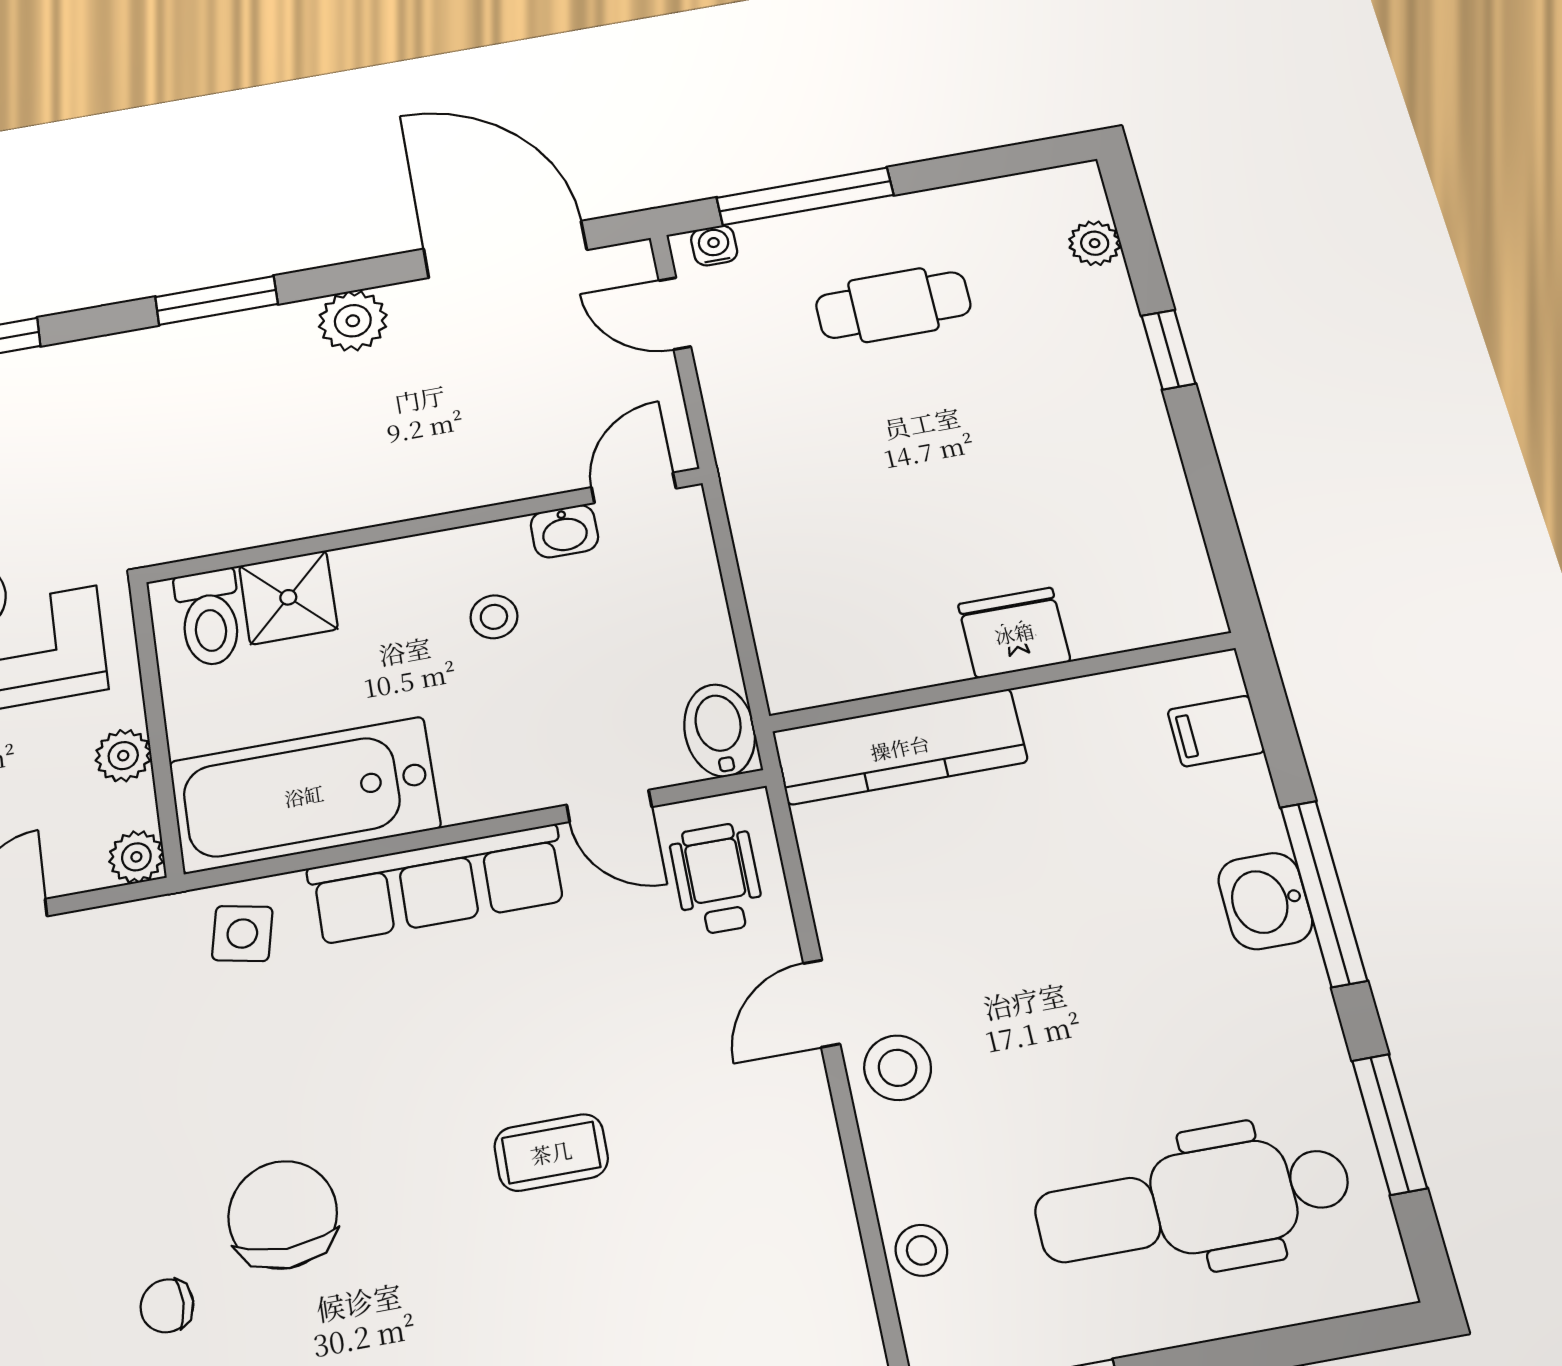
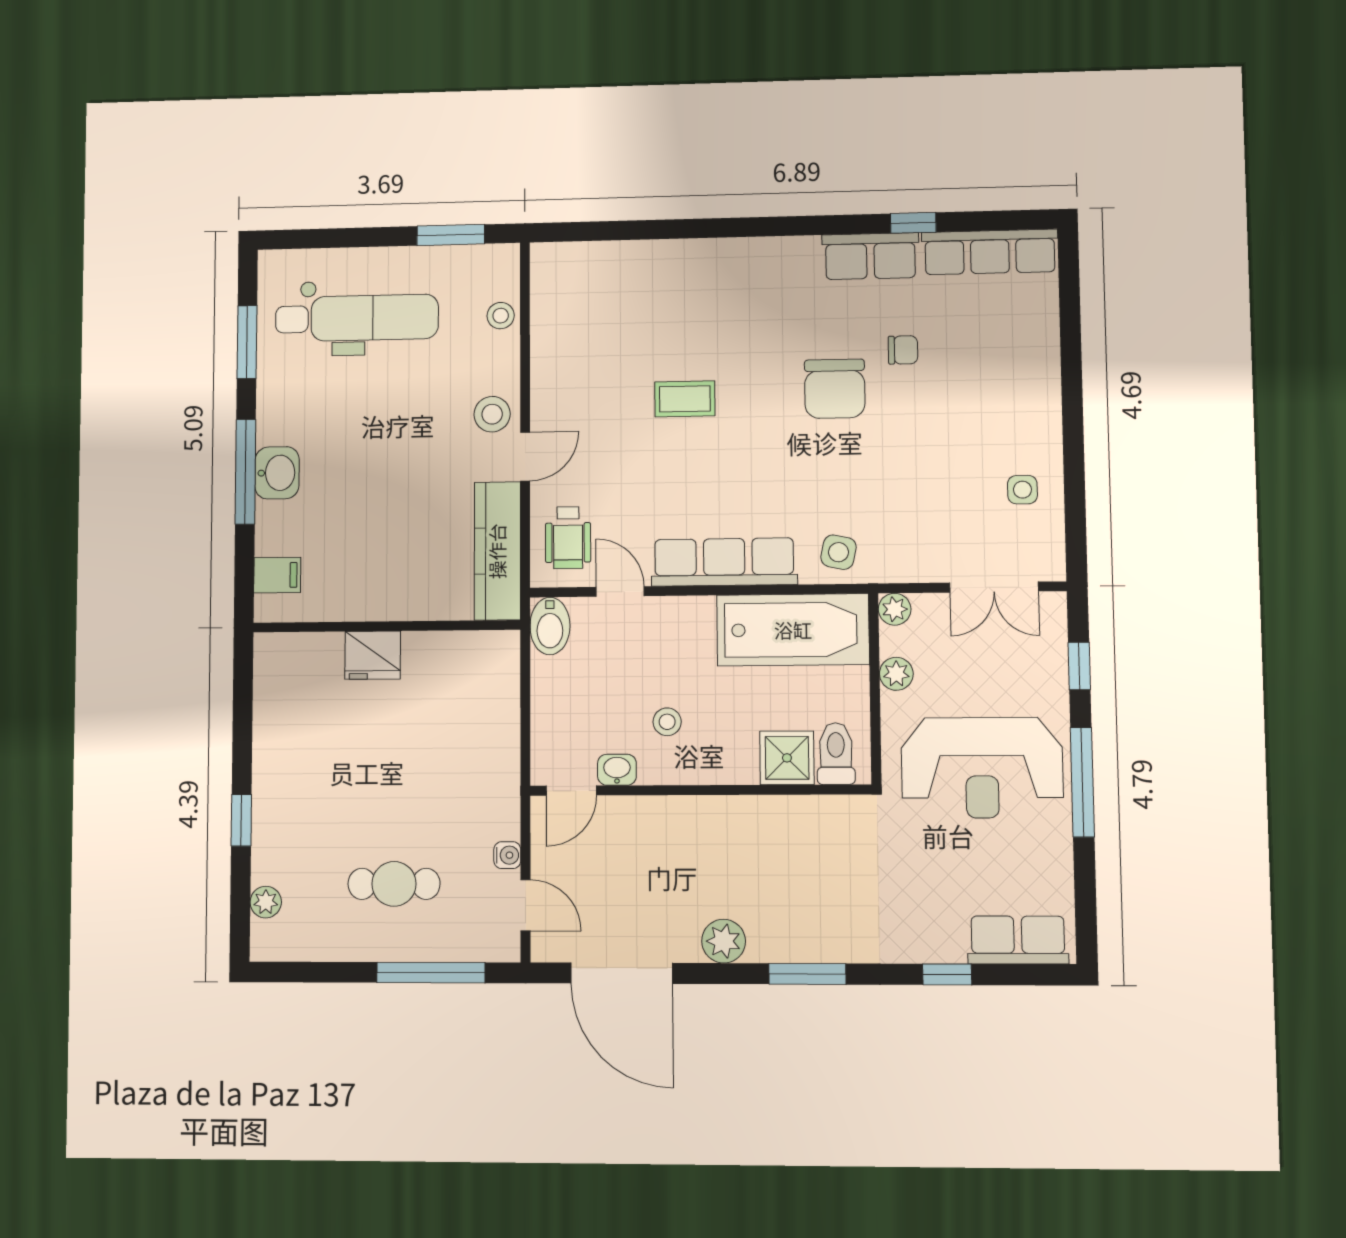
water cooler: (714, 245) -> (507, 855), moved, turned -90
kitchen counter: (900, 747) -> (497, 551), moved, turned -90

